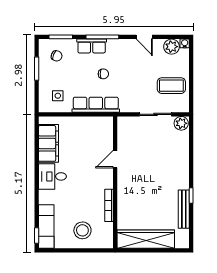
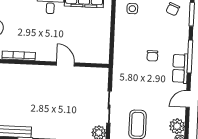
row of seats: (92, 46) -> (180, 68), moved
row of seats: (96, 105) -> (122, 47), removed

